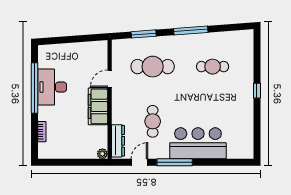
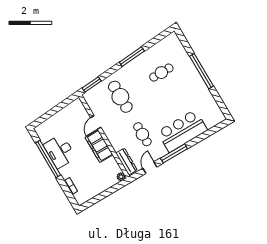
window: (144, 34) -> (92, 85), moved
cafe table: (153, 67) -> (120, 97), turned 90
window: (257, 91) -> (201, 71), width x3.17

